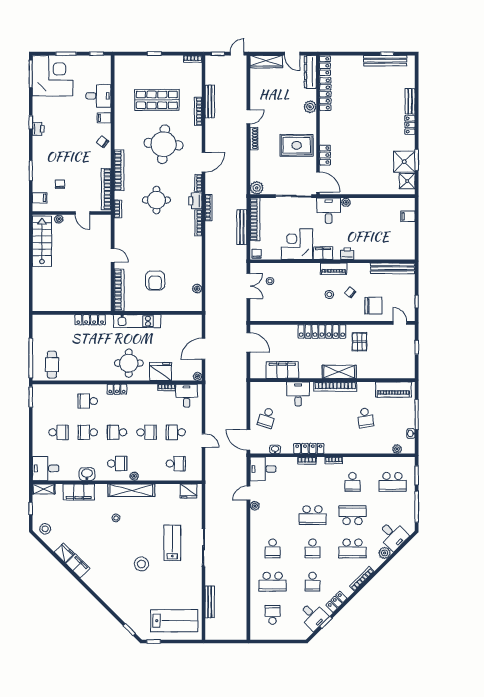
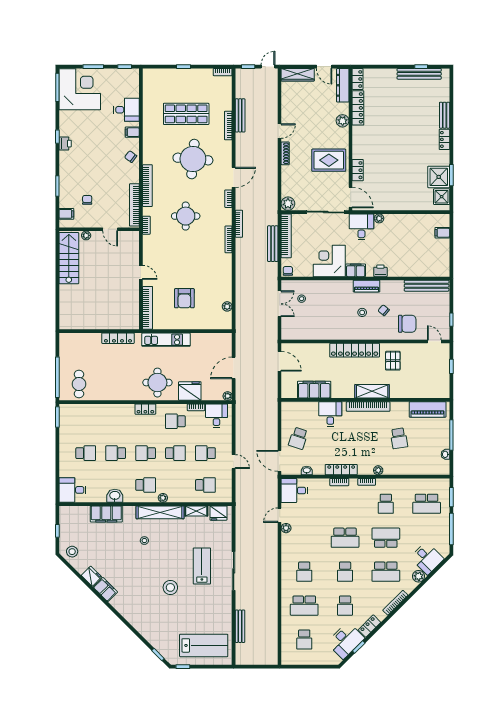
printer: (195, 201) -> (225, 217), removed
school desk: (88, 401) -> (175, 421), moved
plant: (397, 449) -> (378, 470), moved
shelving: (44, 489) -> (196, 511), moved
school desk: (273, 615) -> (304, 640), turned 180
desk: (313, 616) -> (346, 641), width x1.37

